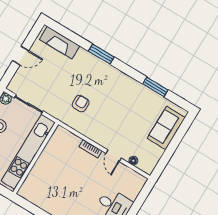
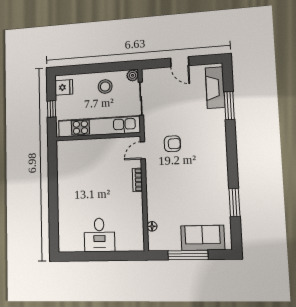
window: (101, 54) -> (229, 106), moved
window: (172, 147) -> (188, 255), added
door: (114, 156) -> (143, 150), moved

